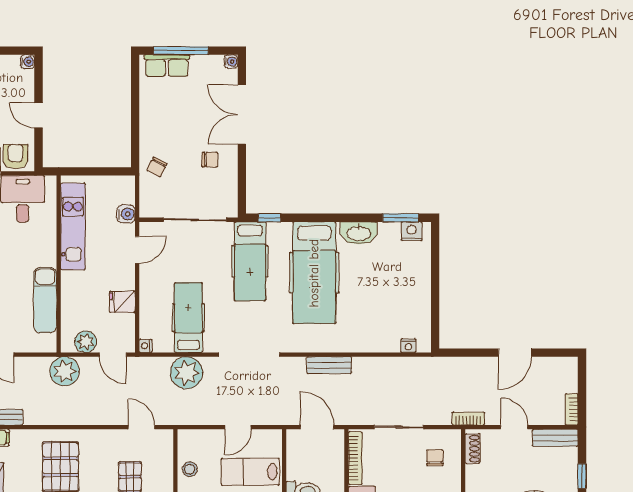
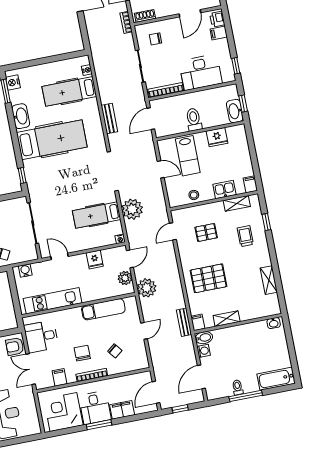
water cooler: (126, 214) -> (25, 271), moved
hospital bed: (250, 261) -> (69, 91), moved, turned 180

